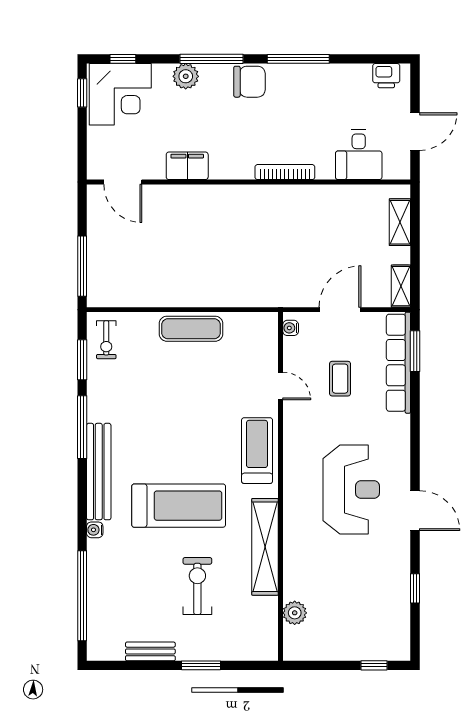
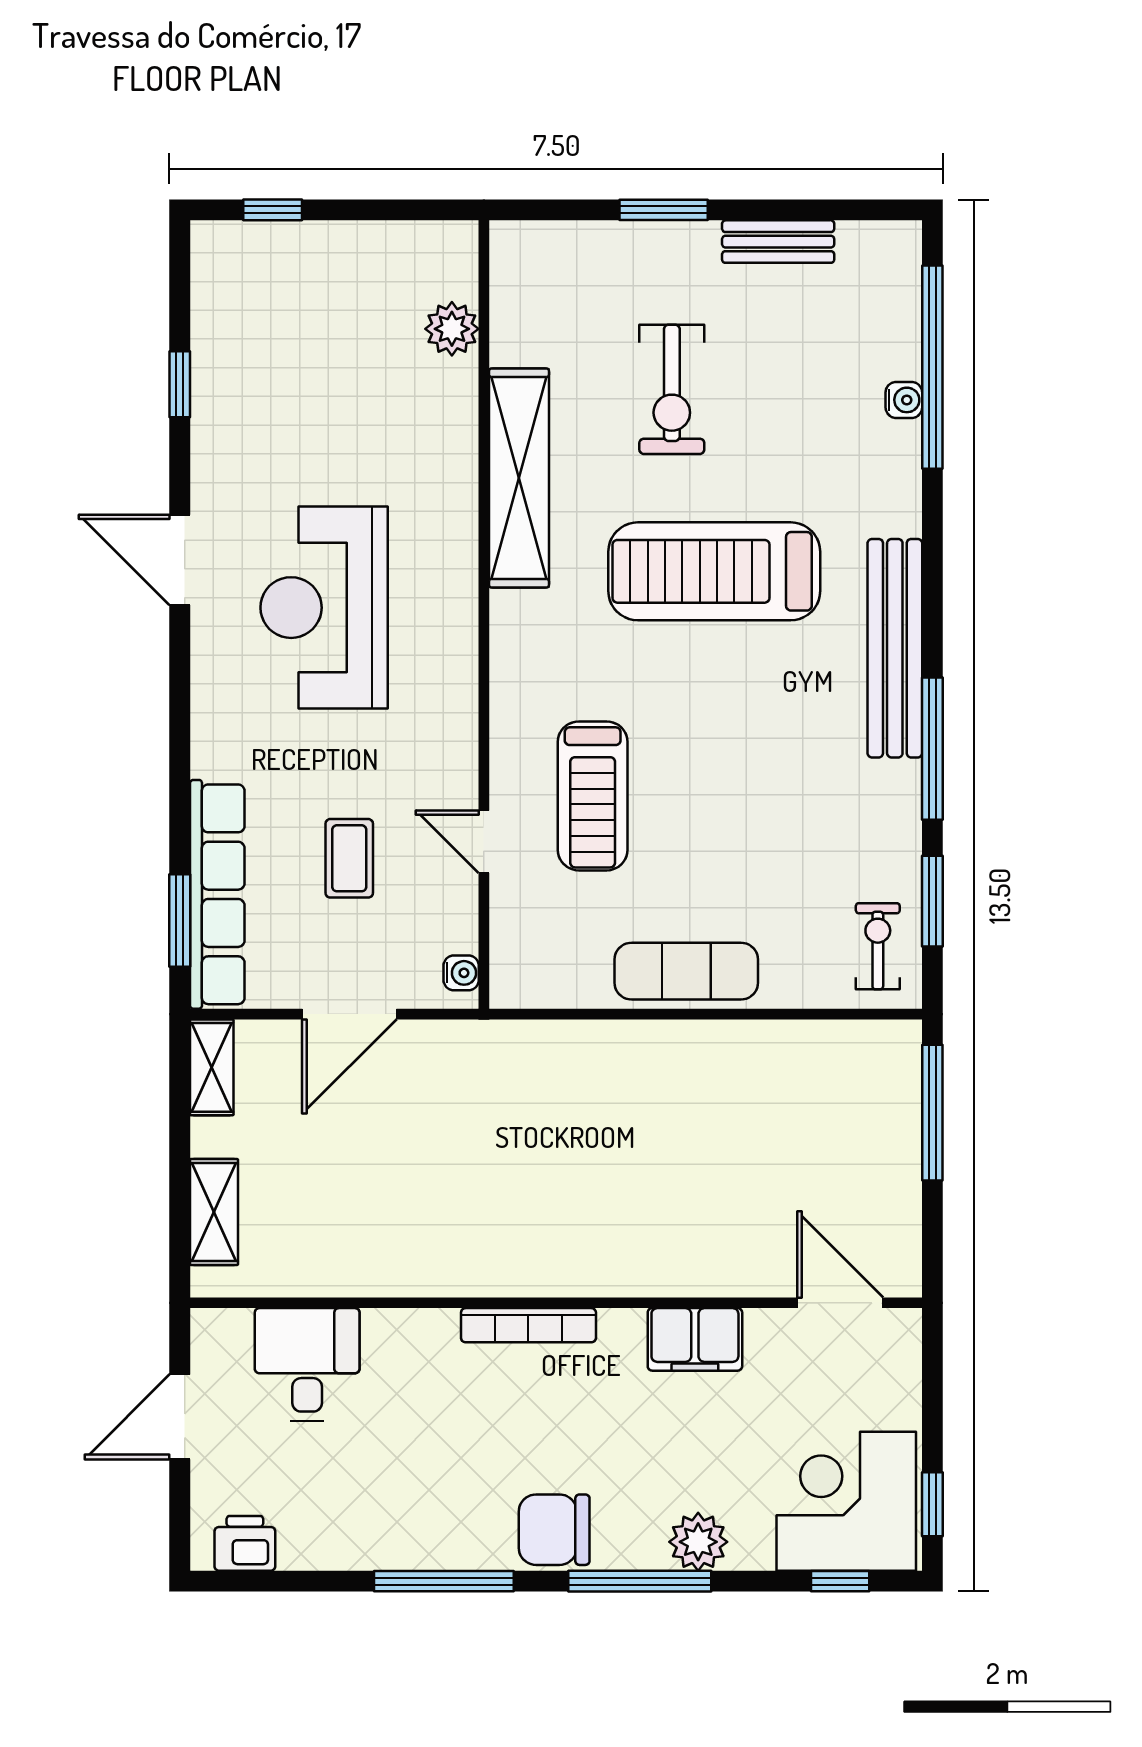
bookcase: (285, 172) -> (528, 1325), moved
treadmill: (257, 451) -> (593, 796), moved
water cooler: (95, 530) -> (904, 400), moved

